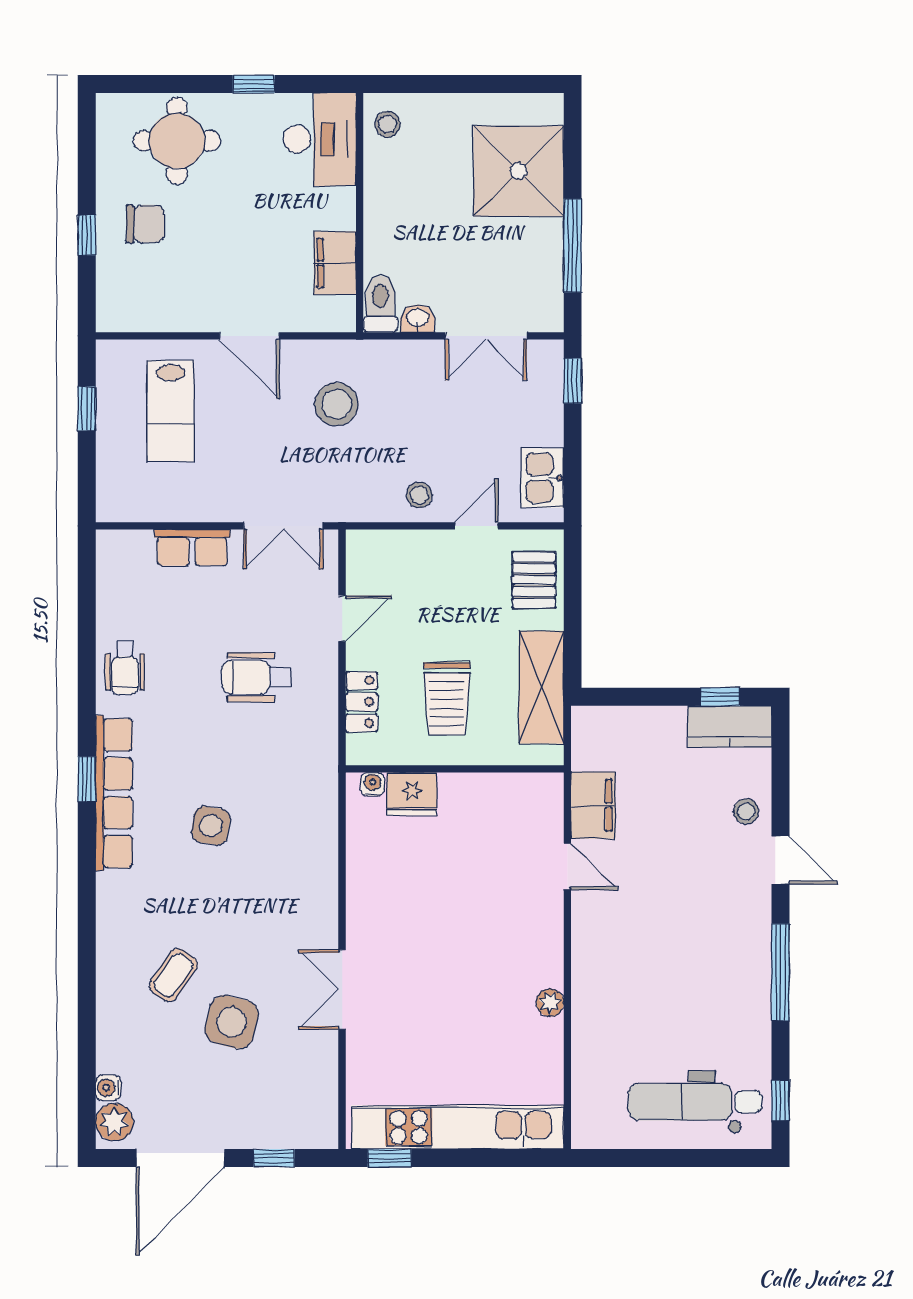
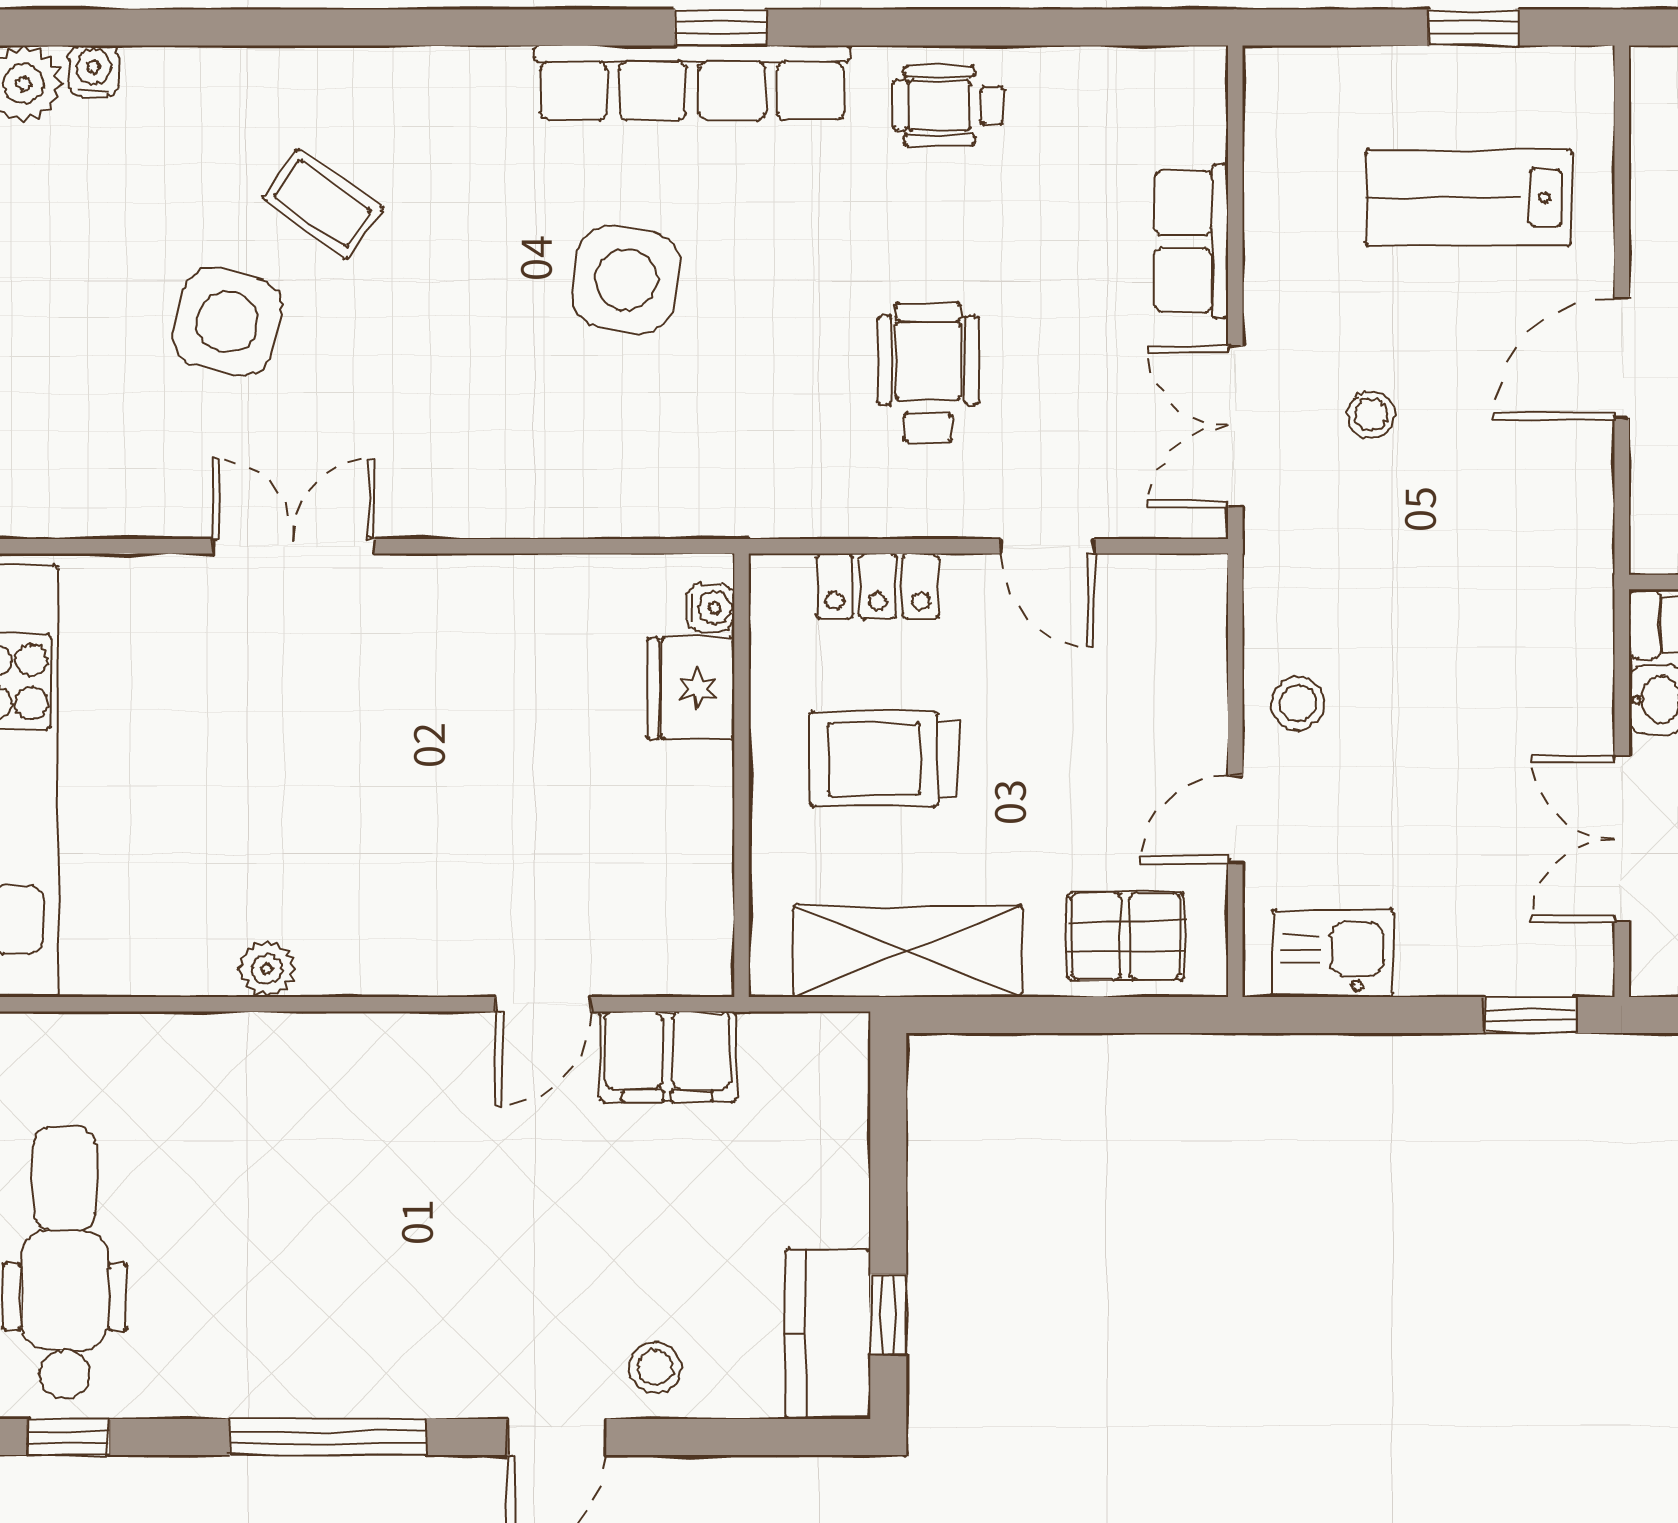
stool: (337, 404) -> (1371, 415), moved, width x0.53, depth x0.53
door: (477, 526) -> (1235, 820), swing flipped
side table: (211, 826) -> (626, 280), width x1.37, depth x1.37

